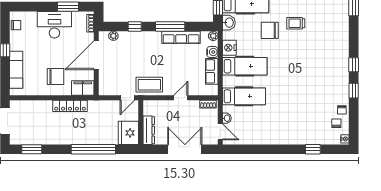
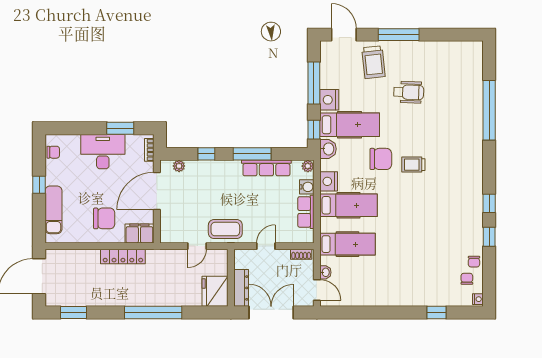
trolley: (296, 23) -> (413, 165), moved
chair: (270, 30) -> (381, 159), turned 180
wall: (141, 122) -> (231, 278), moved
dresser: (149, 130) -> (241, 288), moved
fridge: (128, 133) -> (215, 291), moved

